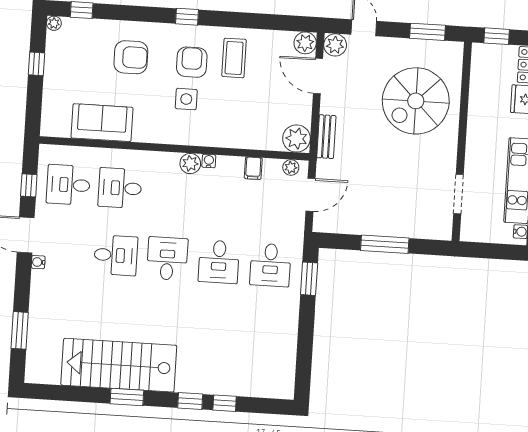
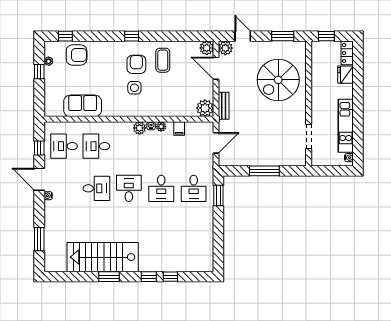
plant: (54, 23) -> (49, 61), moved
armchair: (131, 57) -> (77, 55), moved
plant: (291, 168) -> (161, 127), moved

